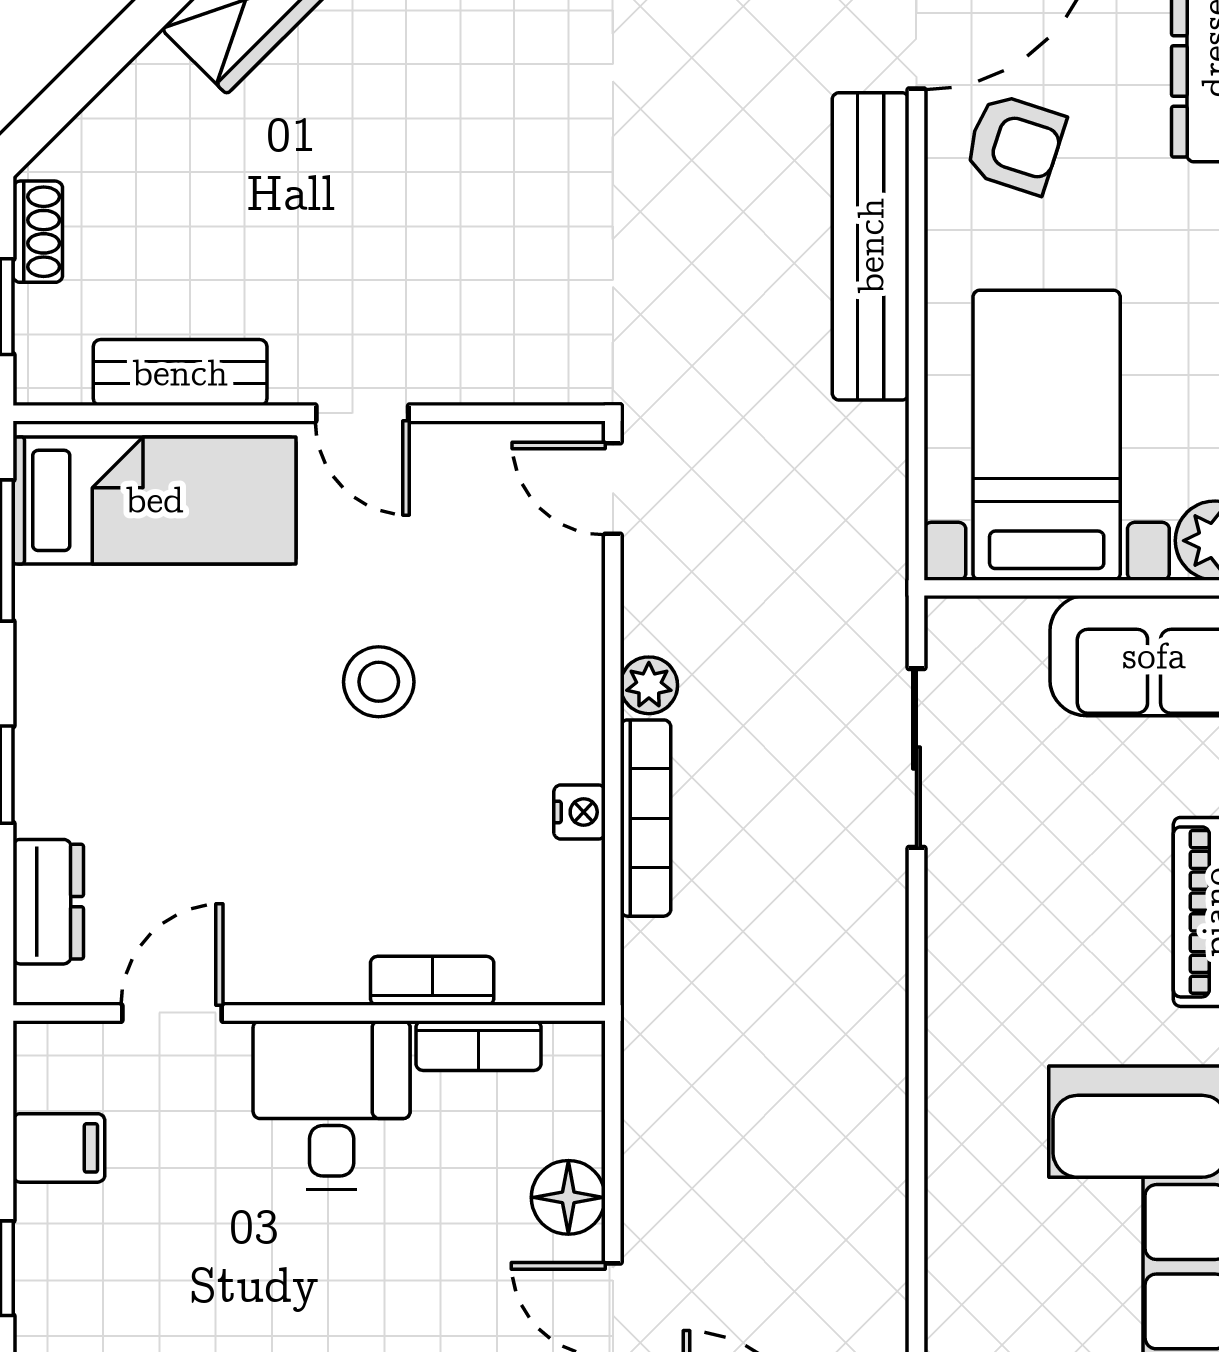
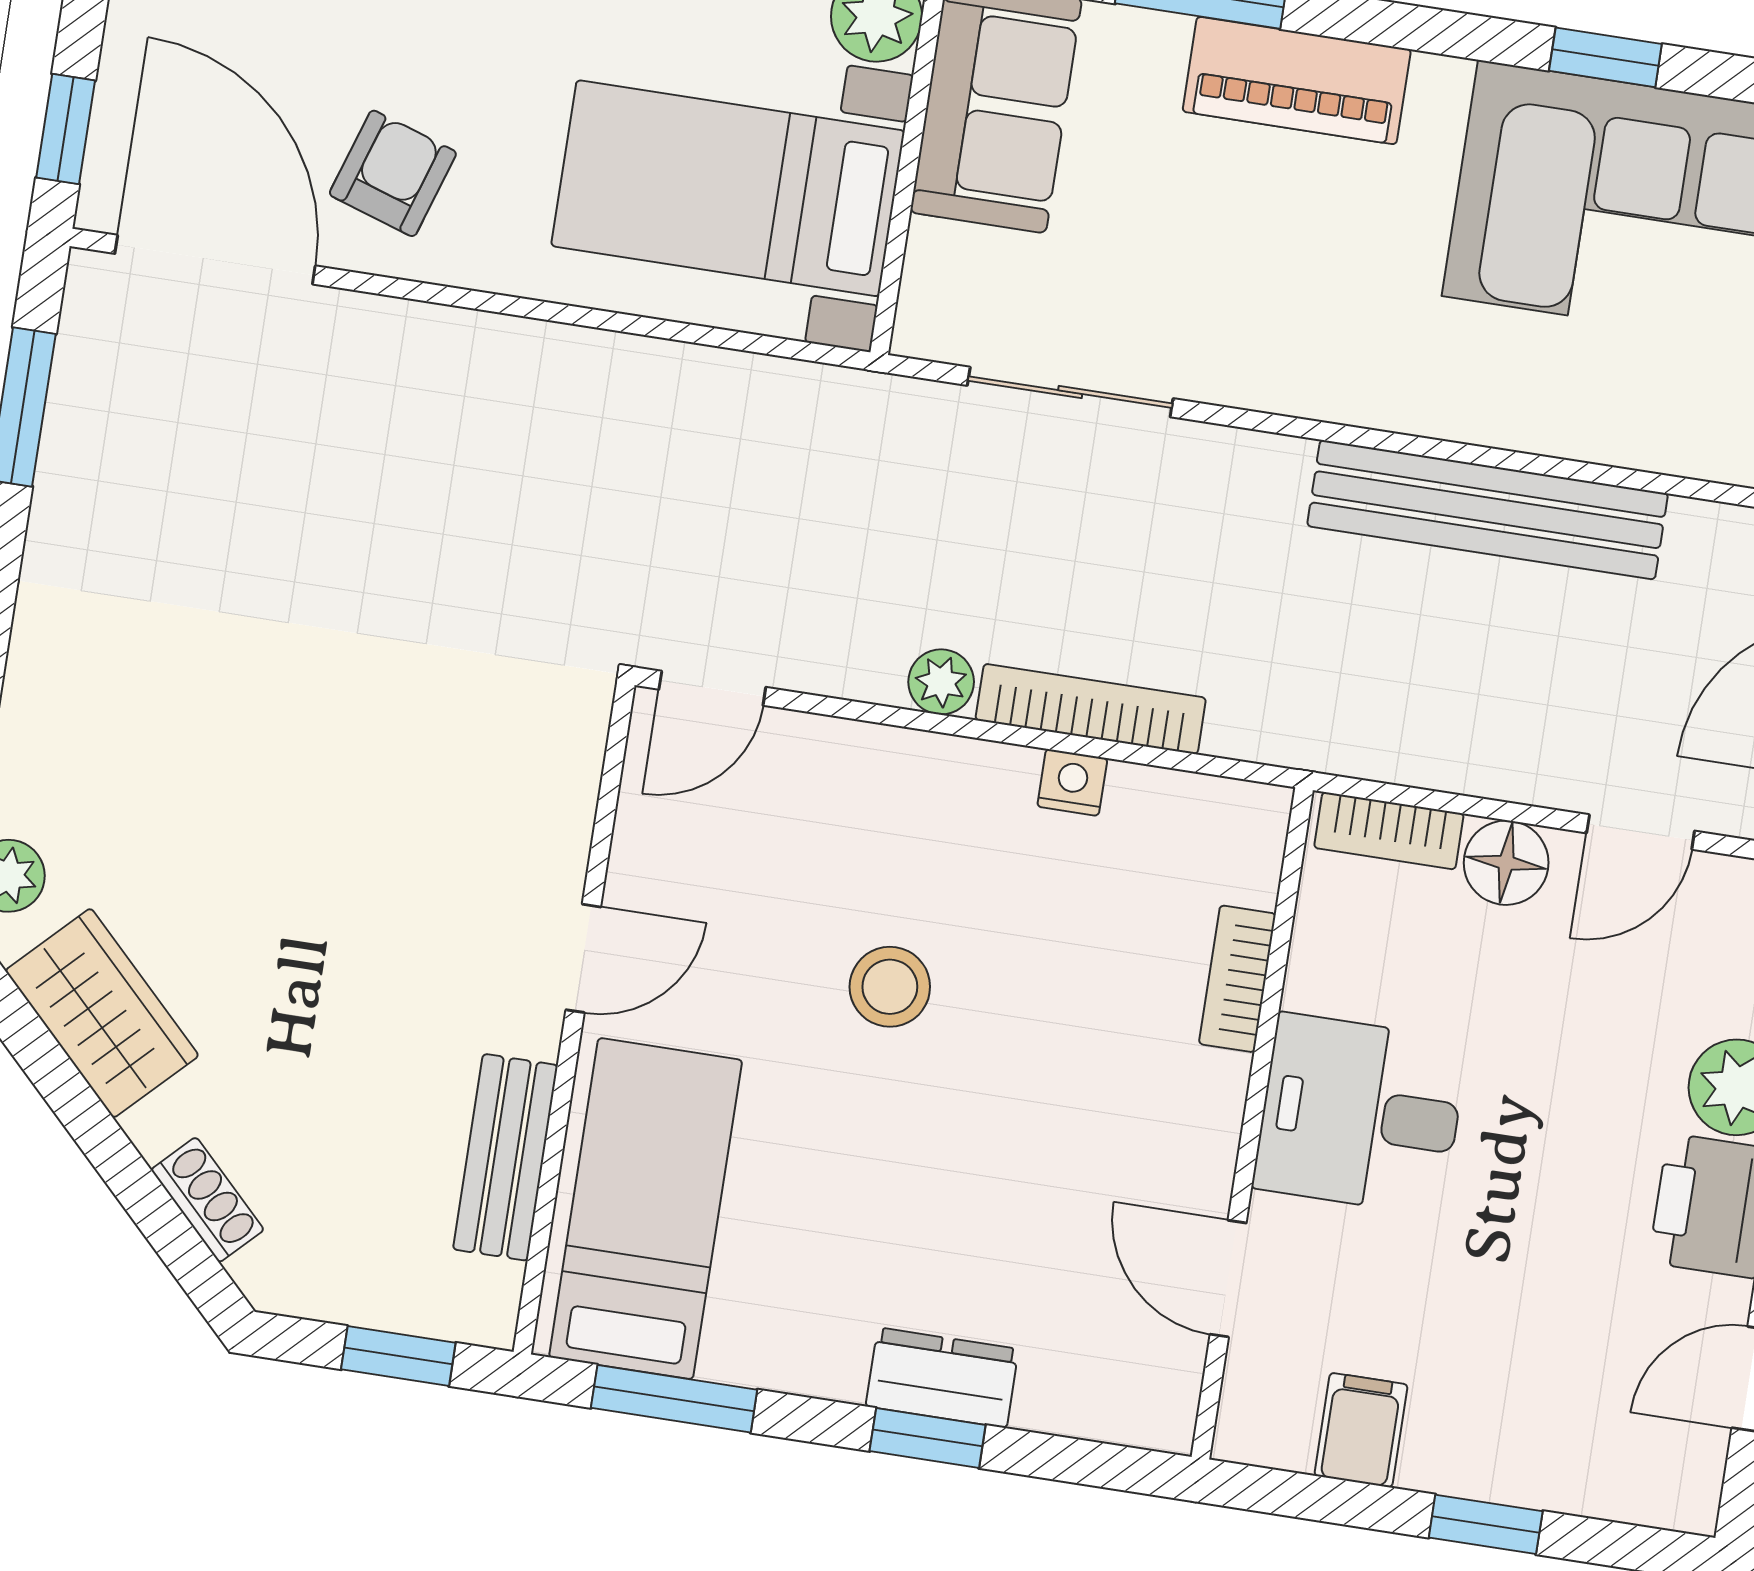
shoe rack: (38, 232) -> (207, 1200), moved, turned 45
bench: (871, 246) -> (1488, 510), moved
dresser: (48, 902) -> (942, 1378), moved
bookcase: (479, 1046) -> (1389, 831), moved, turned 90

